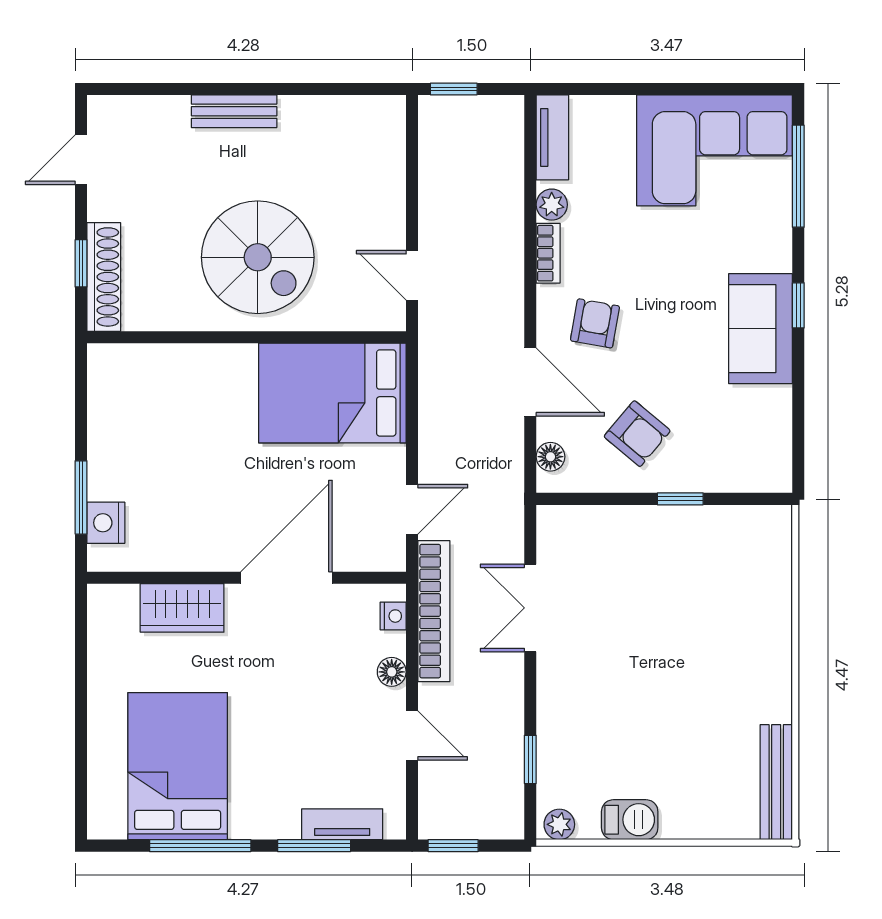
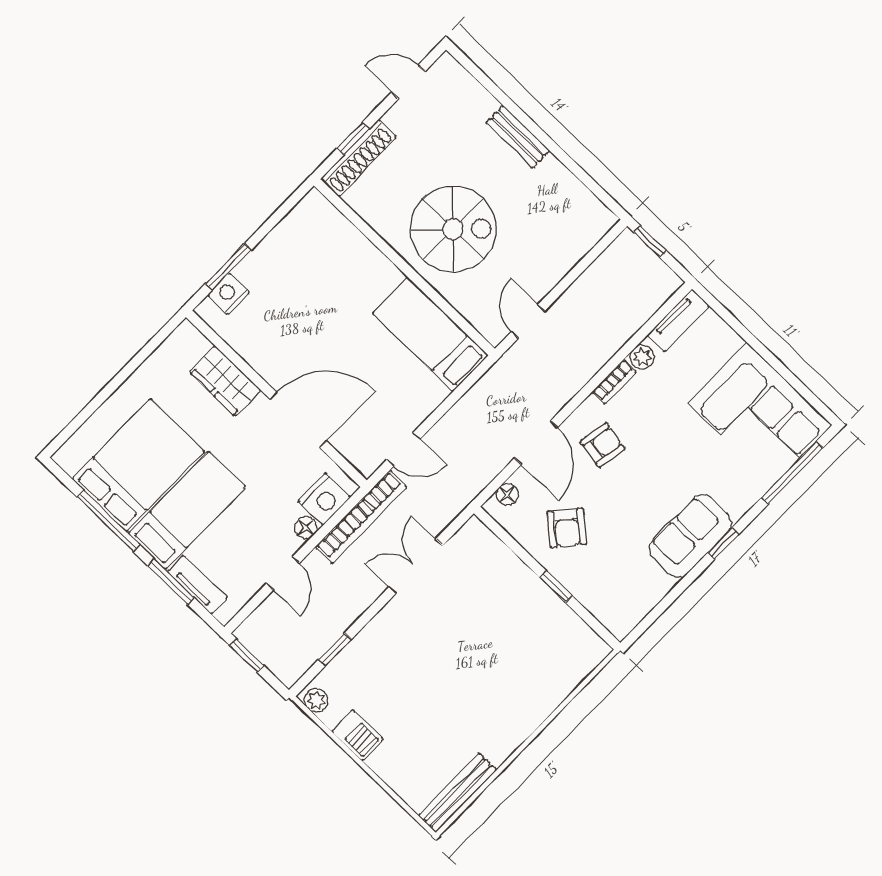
spiral stairs: (258, 257) -> (453, 229), turned -90
bed: (332, 393) -> (431, 334), width x0.67
nightstand: (393, 616) -> (324, 499), width x1.89, depth x1.79
bed: (264, 764) -> (187, 510), added

